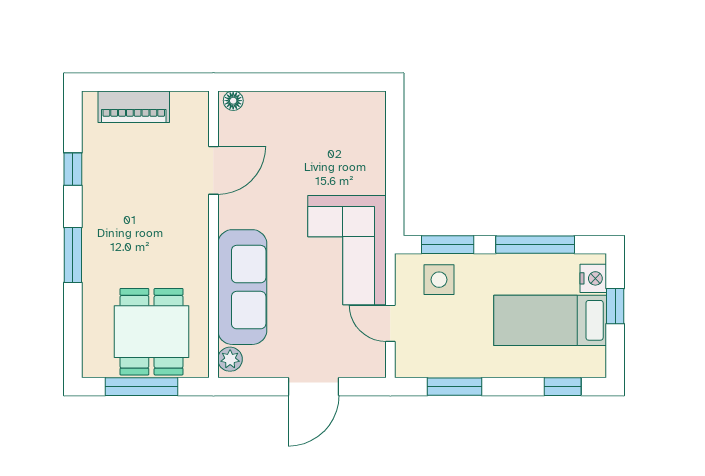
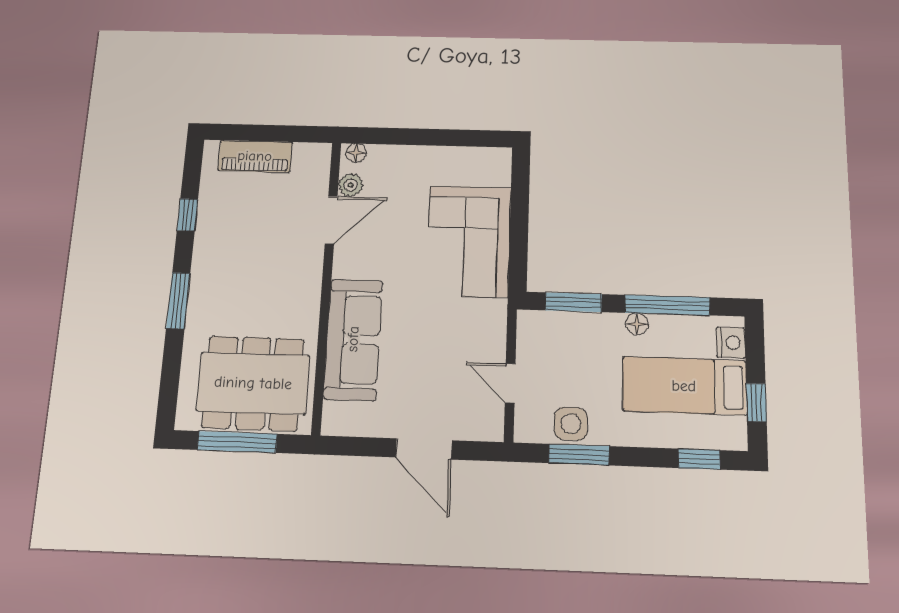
corner sofa: (347, 250) -> (469, 241), moved
floor lamp: (507, 264) -> (637, 324), added
side table: (439, 280) -> (571, 424), moved
window: (615, 306) -> (756, 403), moved
dining table: (151, 332) -> (253, 383), width x1.37
plant: (230, 359) -> (351, 185), moved
door: (313, 387) -> (424, 449), hinge flipped

